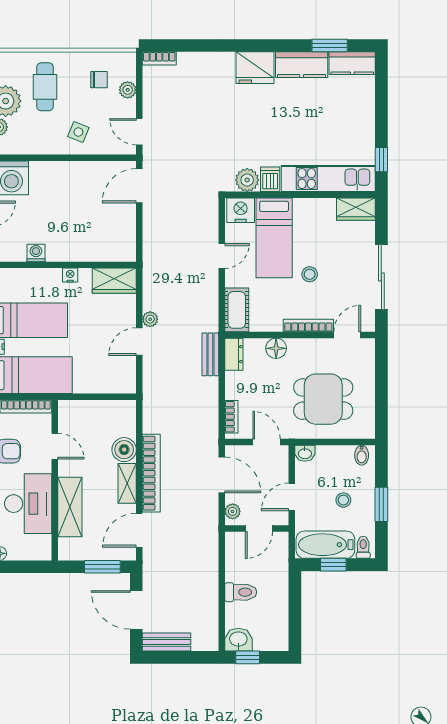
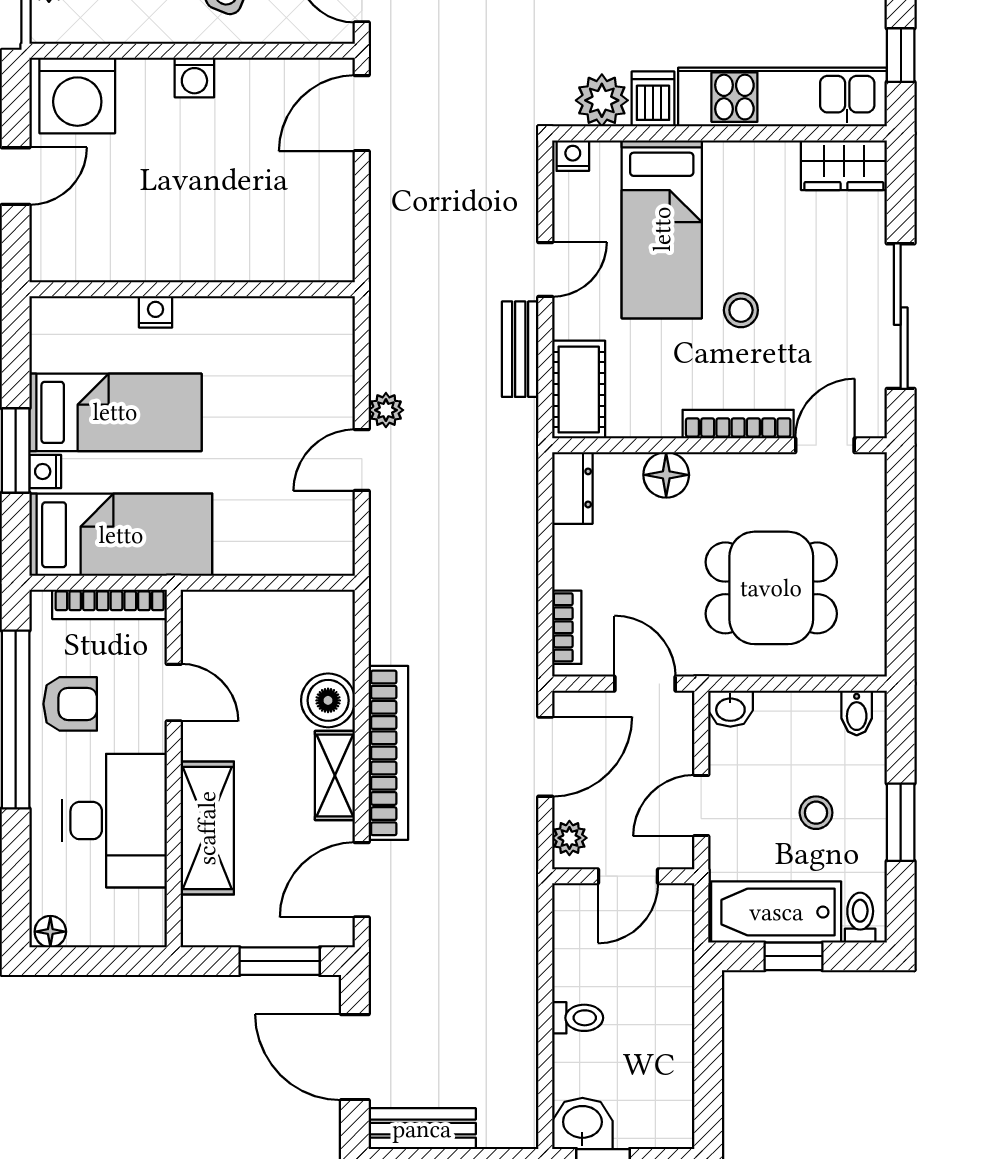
nightstand: (241, 210) -> (573, 156), width x0.53, depth x0.56
washing machine: (36, 253) -> (194, 78), moved, turned 180
nightstand: (70, 275) -> (156, 312), moved
wardrobe: (114, 281) -> (306, 324), removed
bench: (210, 354) -> (520, 349), moved
door: (222, 475) -> (545, 757), hinge flipped
toilet: (241, 592) -> (578, 1018), width x0.73, depth x0.72

